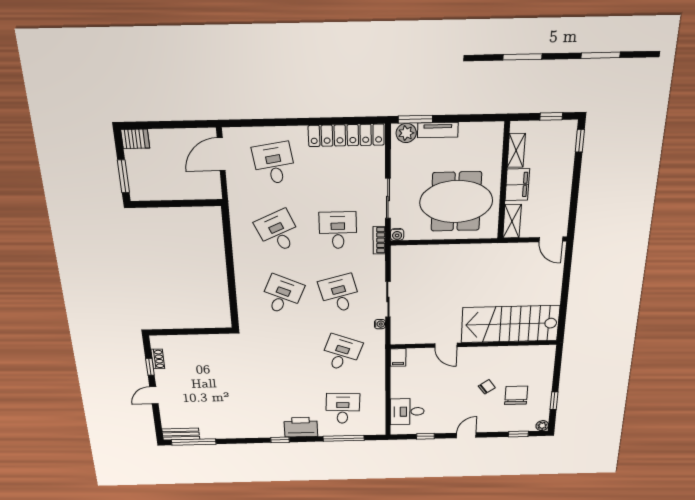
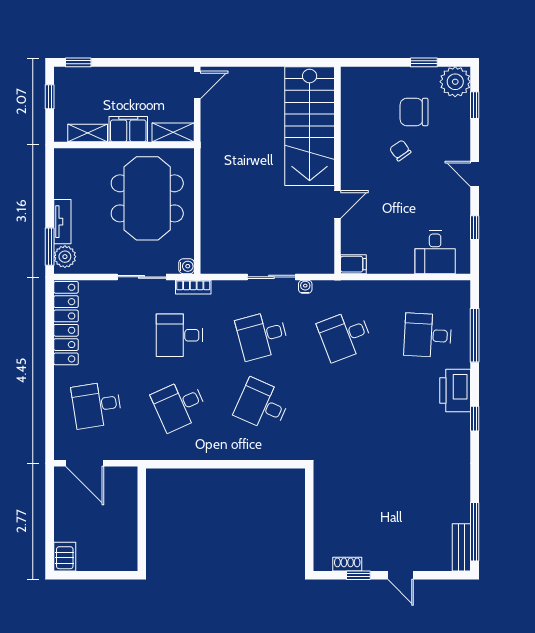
window: (123, 176) -> (108, 575), removed
desk: (341, 353) -> (345, 335), turned -42
plant: (542, 426) -> (455, 82), width x1.87, depth x1.87

